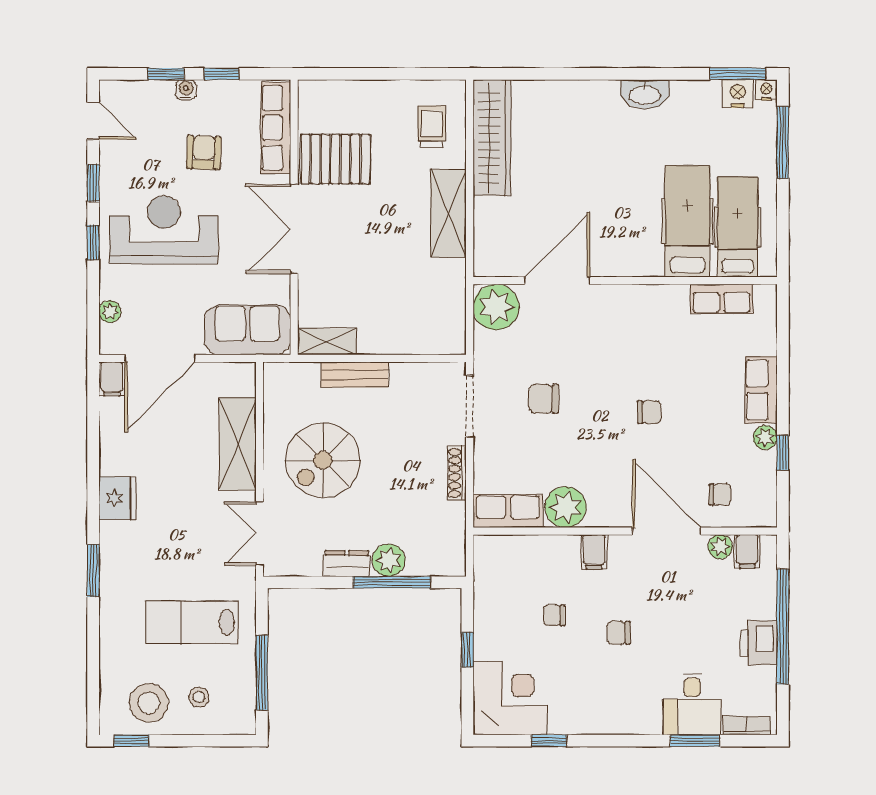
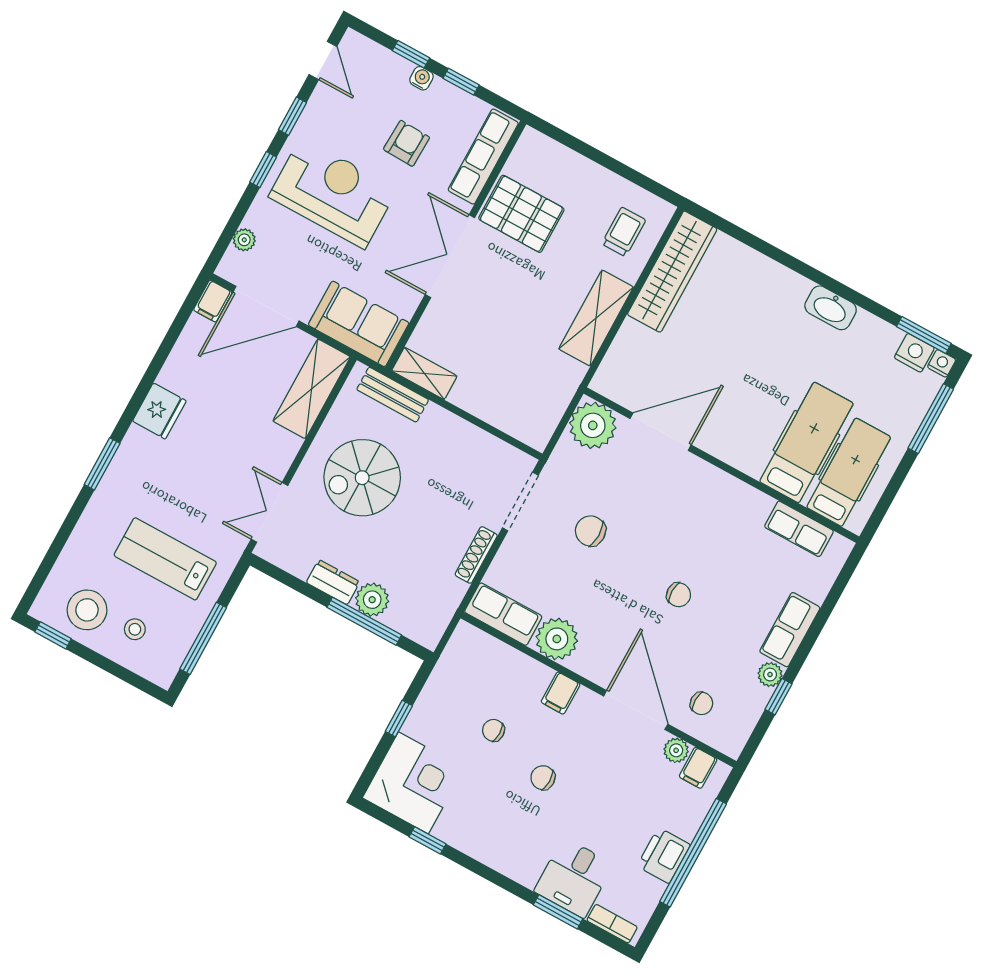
bench: (355, 375) -> (393, 395), moved
shelving: (238, 444) -> (312, 389), moved

